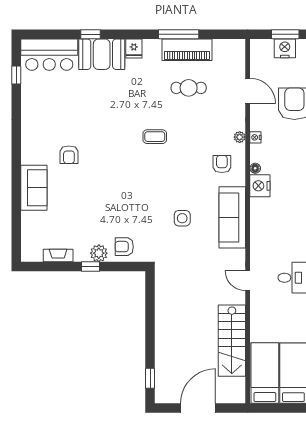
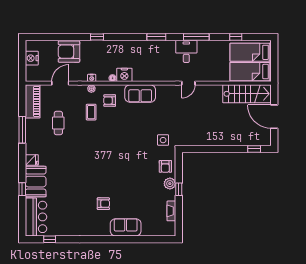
window: (285, 34) -> (22, 58), removed
piano: (187, 50) -> (33, 101), moved
coffee table: (155, 137) -> (91, 112), moved
sofa: (232, 217) -> (140, 94), width x0.73
side table: (182, 218) -> (163, 140), moved
stairs: (232, 341) -> (247, 94), moved

